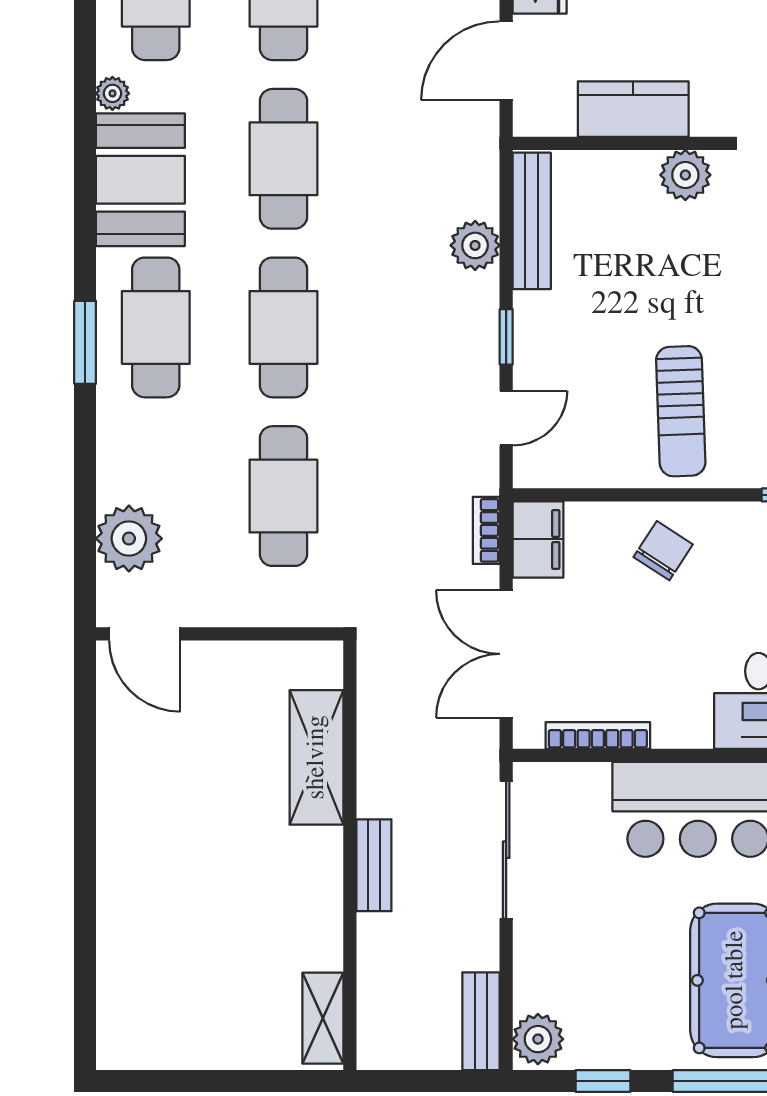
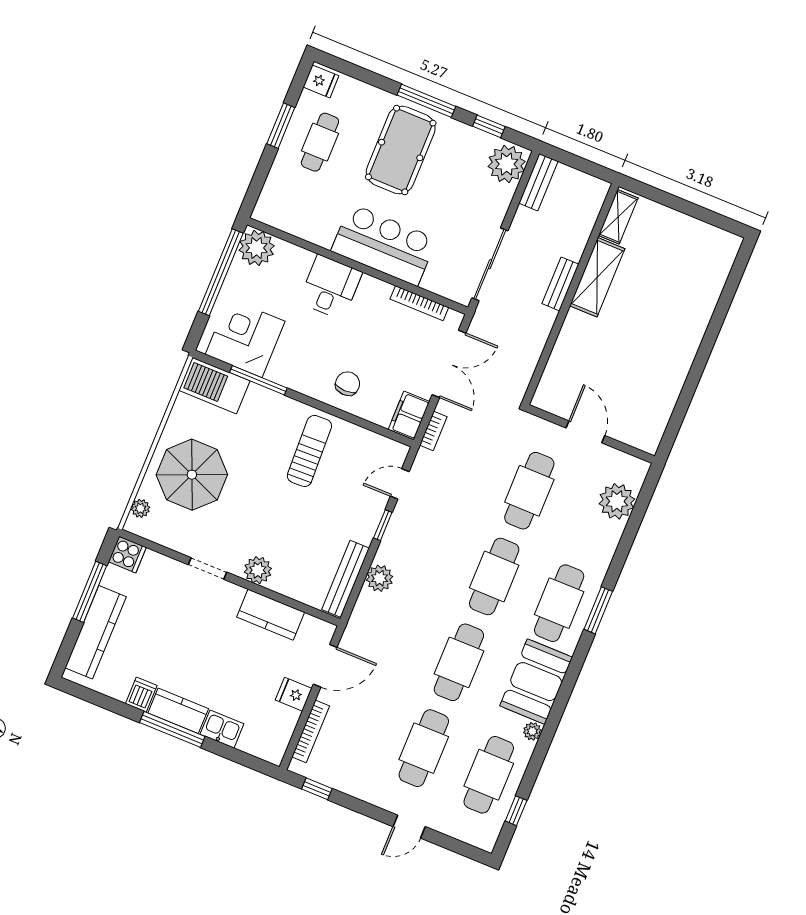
chair: (663, 551) -> (348, 384), turned 147
door: (145, 634) -> (585, 432), moved
shelving: (316, 757) -> (597, 277), moved
plant: (538, 1039) -> (507, 164), width x1.36, depth x1.36

